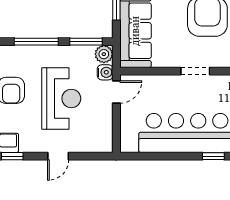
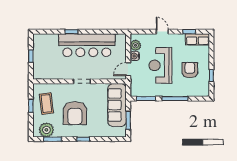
plant: (104, 54) -> (136, 45), moved
water cooler: (105, 72) -> (135, 56), moved
door: (58, 156) -> (162, 32), hinge flipped

